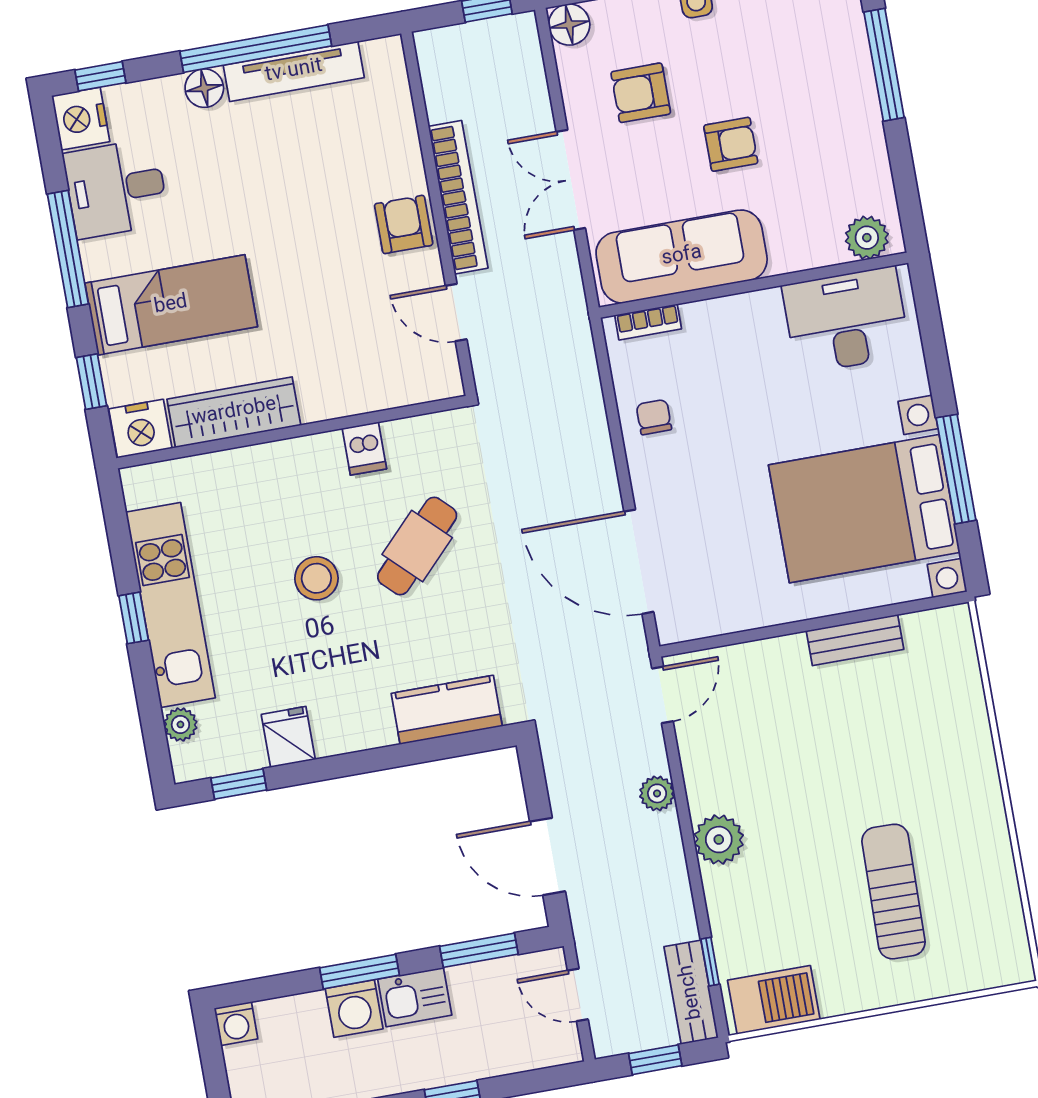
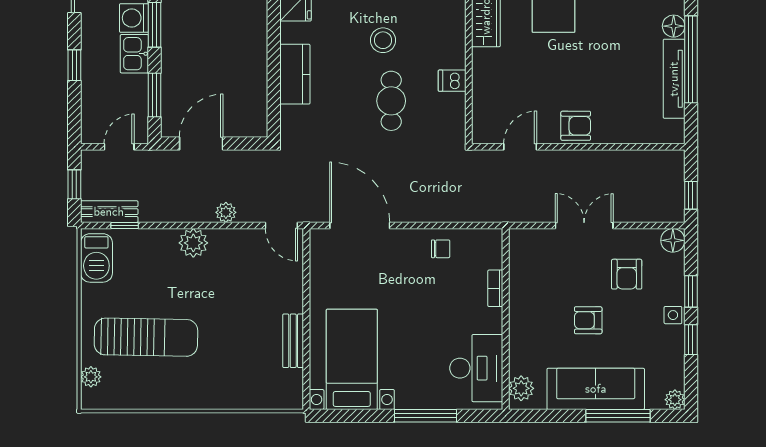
armchair: (641, 93) -> (627, 274), turned 180
armchair: (731, 144) -> (588, 320), turned 90
bookcase: (458, 197) -> (586, 160), removed
sofa: (682, 256) -> (596, 389), moved, turned -90
bookcase: (648, 322) -> (495, 288), moved
window: (956, 469) -> (426, 416), moved
bed with nightstands: (864, 509) -> (352, 359), width x0.73
cafe table: (417, 546) -> (391, 101), turned 46
door: (639, 562) -> (360, 226), hinge flipped
kitchen counter: (447, 710) -> (295, 74), moved
sun lounger: (894, 892) -> (146, 337), width x1.36, depth x1.34
plant: (978, 973) -> (91, 377), added

